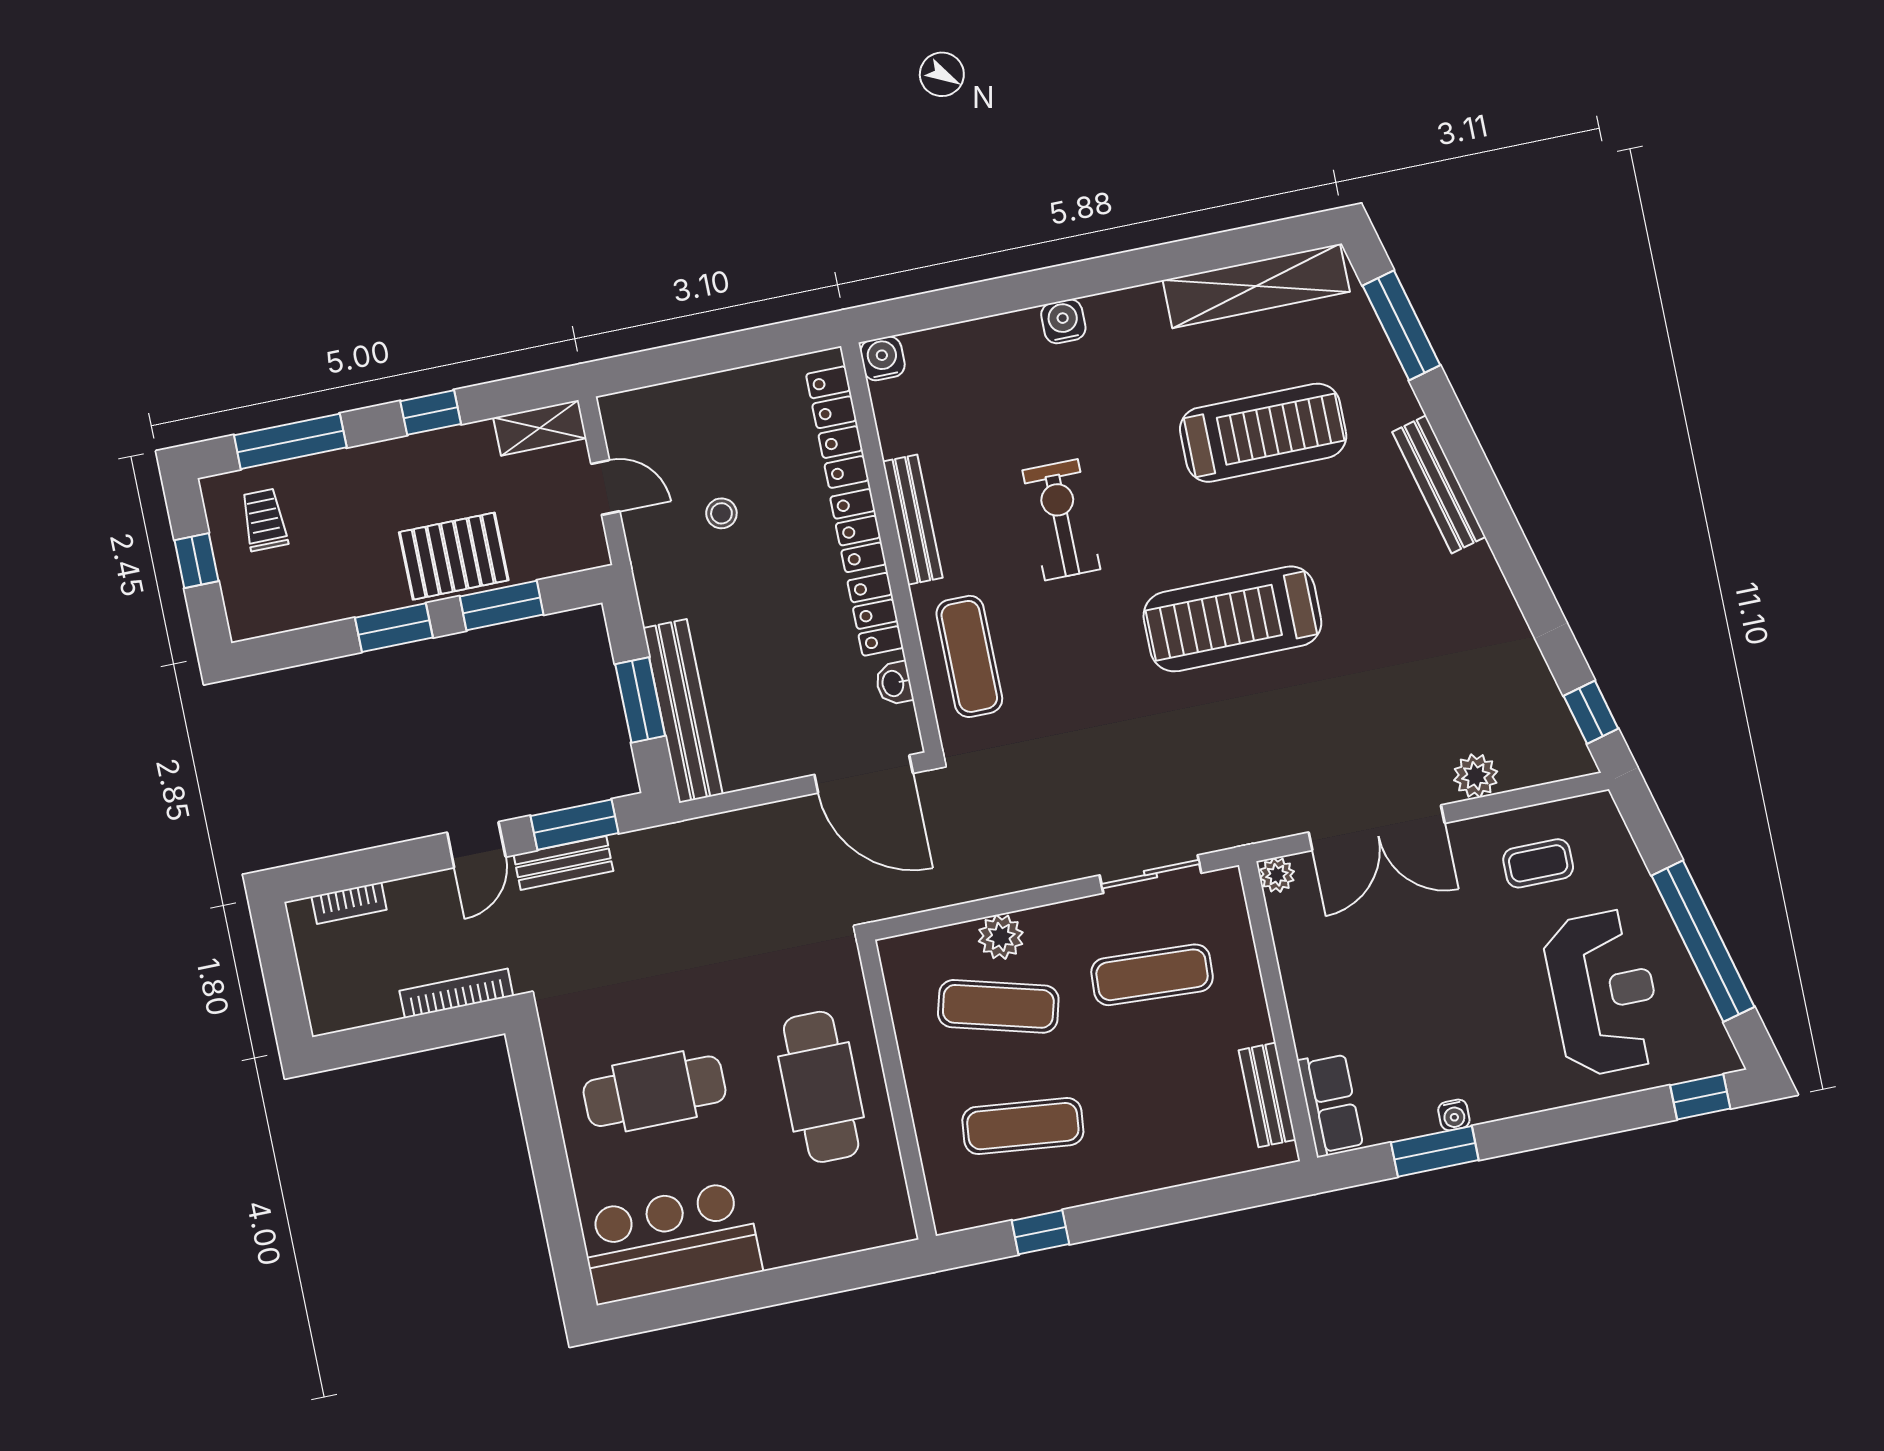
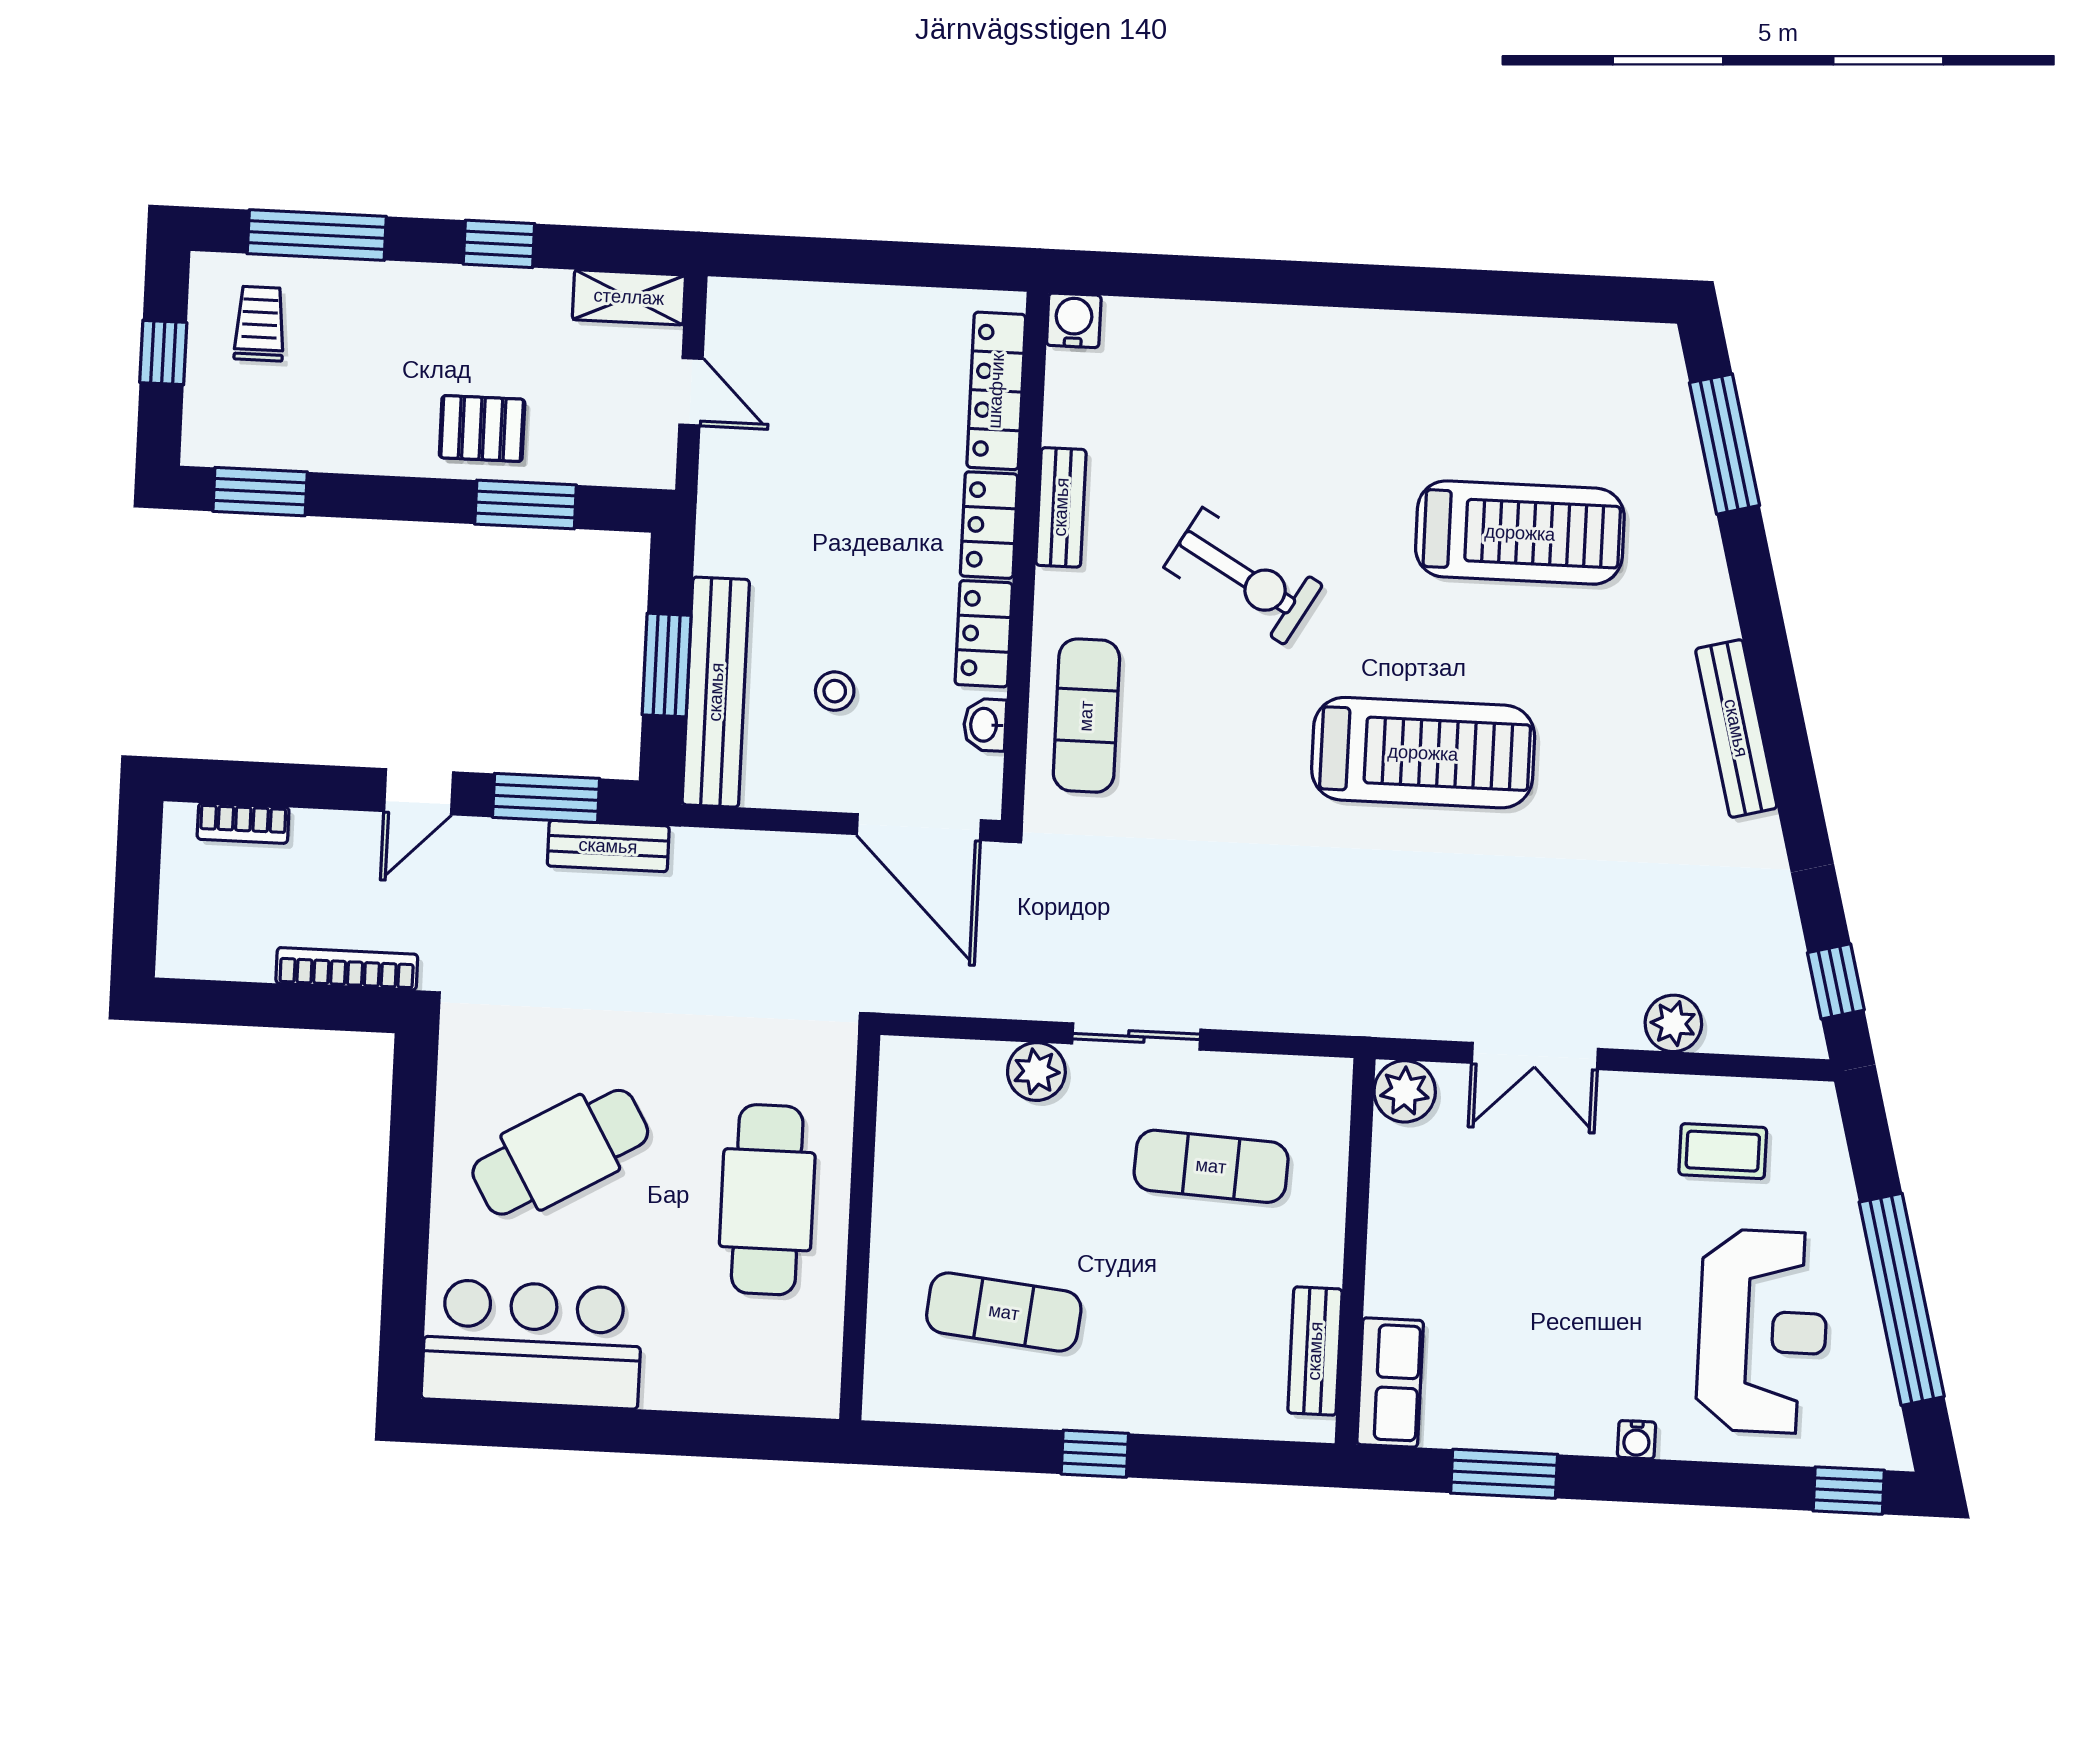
shelving: (1256, 286) -> (1558, 349), removed
water cooler: (1063, 321) -> (1309, 332), removed
bench: (1439, 484) -> (1736, 728), moved
stool: (721, 513) -> (835, 691), moved
bench: (913, 520) -> (1061, 507), width x0.73
exercise bike: (1061, 520) -> (1243, 576), turned 120
pallet: (454, 556) -> (482, 428), width x0.67, depth x0.71
treadmill: (1232, 619) -> (1423, 753), turned 180
window: (394, 628) -> (260, 492), moved
double door: (1377, 828) -> (1535, 1056), width x0.73
bench: (563, 863) -> (608, 846), moved
sliding door: (1151, 874) -> (1136, 1036), moved
plant: (1277, 875) -> (1405, 1091), width x1.38, depth x1.38
exercise mat: (998, 1006) -> (1011, 1157), removed
cafe table: (655, 1091) -> (560, 1152), turned -30
water cooler: (1454, 1115) -> (1637, 1440), moved
window: (1040, 1232) -> (1095, 1454), moved

